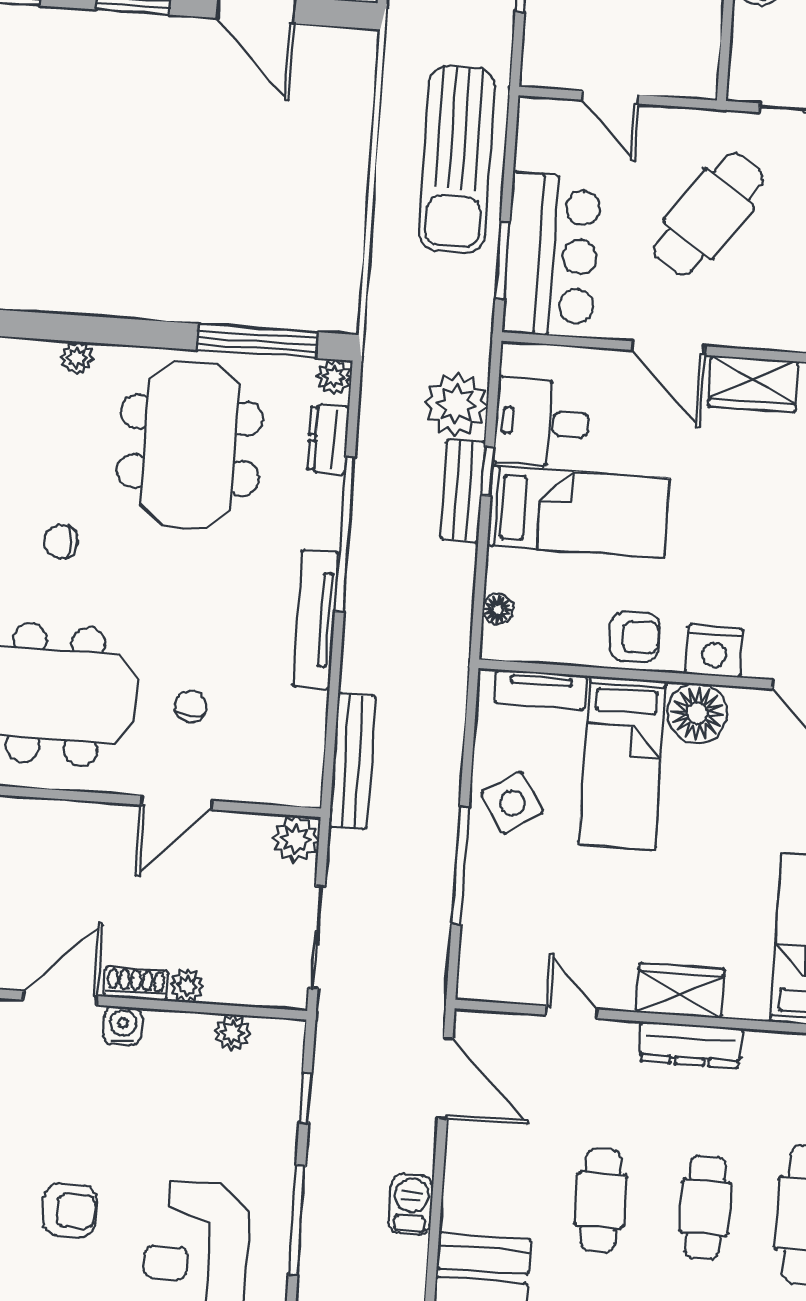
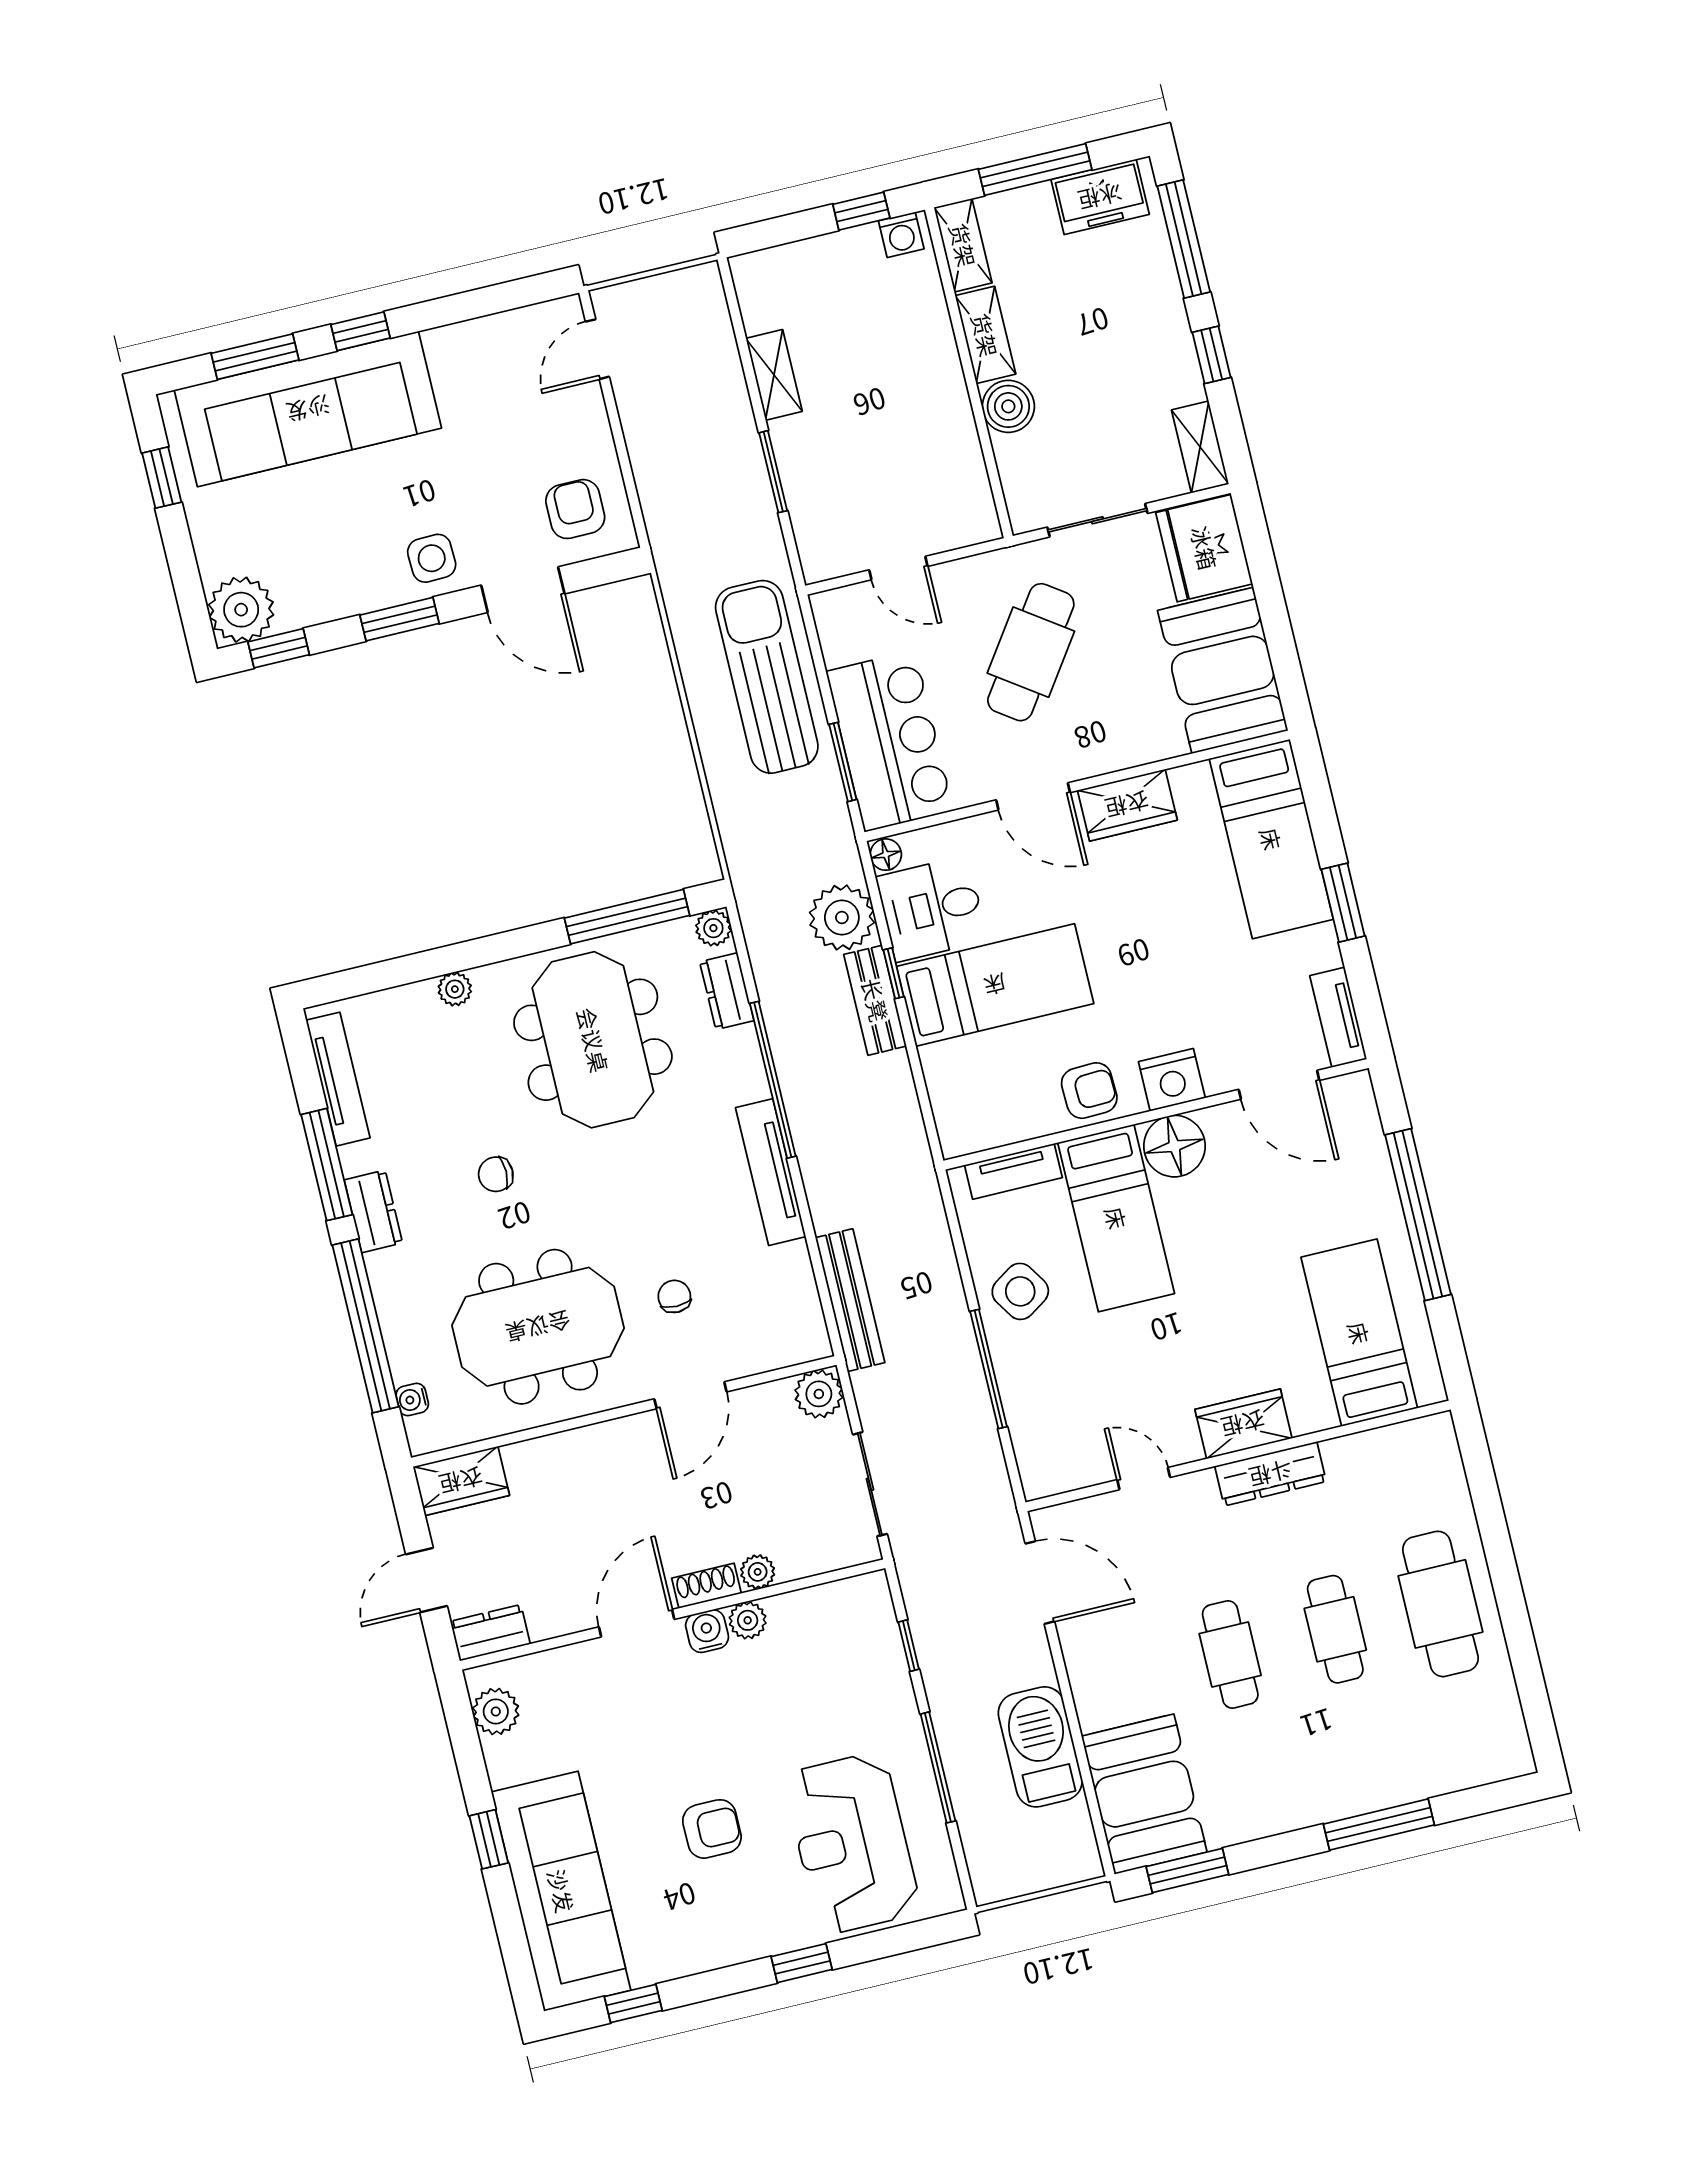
sun lounger: (457, 160) -> (767, 677), turned 180
floor lamp: (498, 609) -> (886, 855), moved
plant: (232, 1033) -> (748, 1620), moved
barbecue: (411, 1205) -> (1040, 1747), width x1.88, depth x1.53

